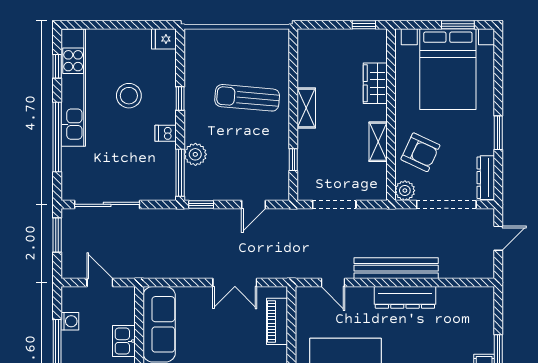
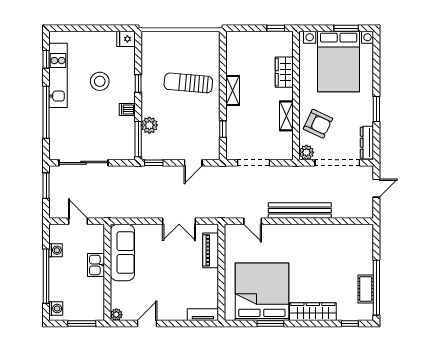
kitchen unit: (73, 88) -> (58, 75), width x0.73
dresser: (405, 297) -> (306, 232), removed

